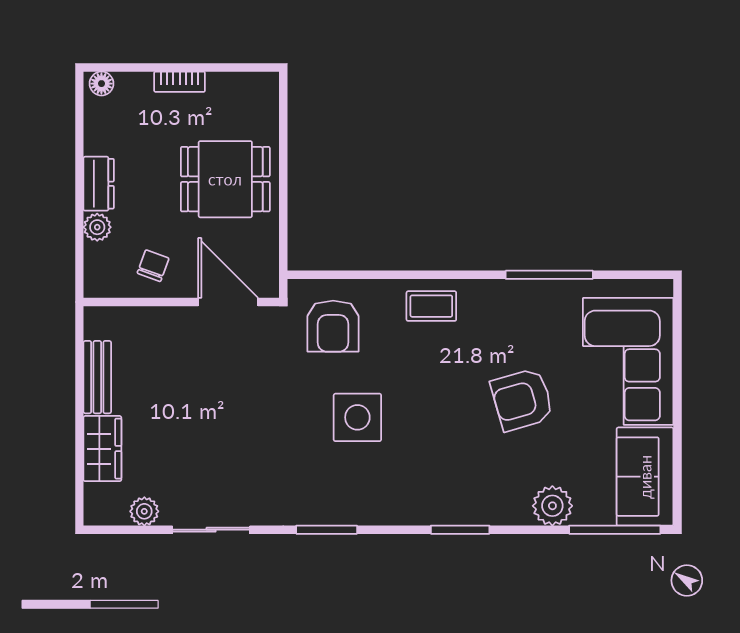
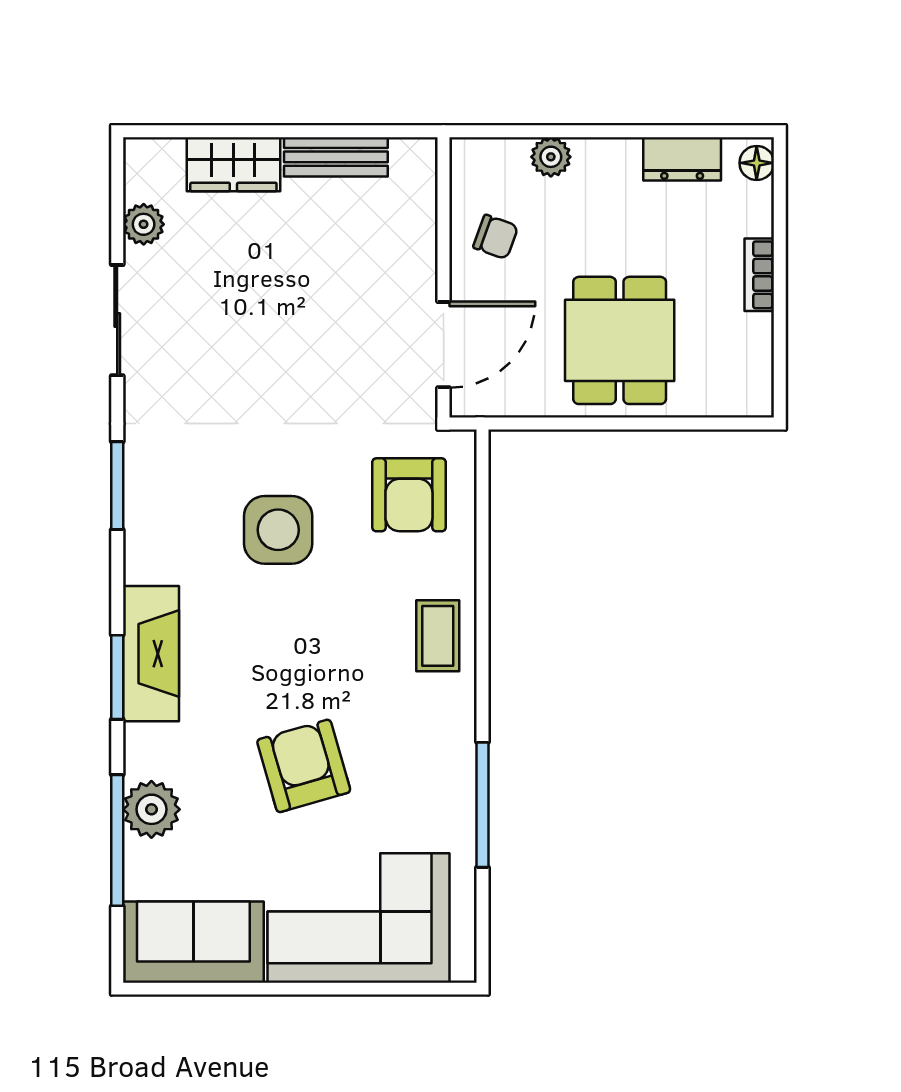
dresser: (99, 184) -> (682, 159), moved
armchair: (333, 326) -> (409, 495), turned -90
fireplace: (444, 506) -> (151, 654), added
window: (615, 530) -> (117, 840), moved

